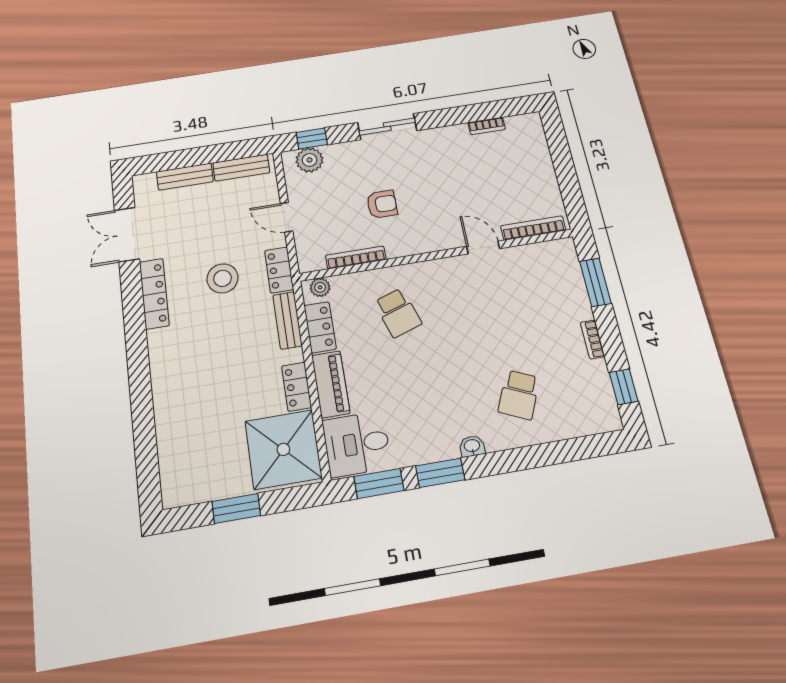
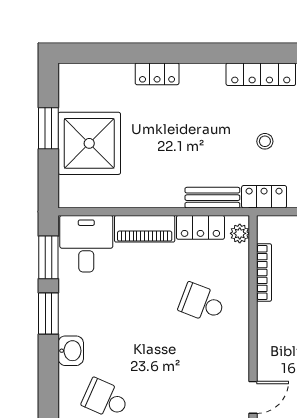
stool: (223, 278) -> (265, 141), width x0.53, depth x0.53
school desk: (398, 313) -> (202, 303), turned 39
locker: (297, 387) -> (157, 74), moved, turned 180
washbasin: (472, 446) -> (71, 351), width x1.38, depth x1.45
shower: (283, 449) -> (89, 143), moved

